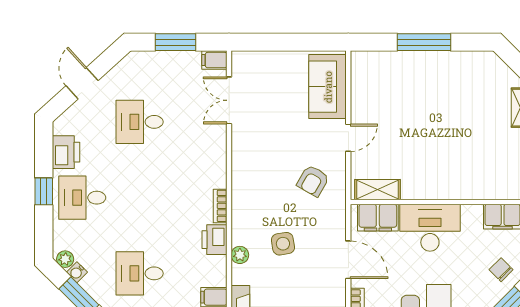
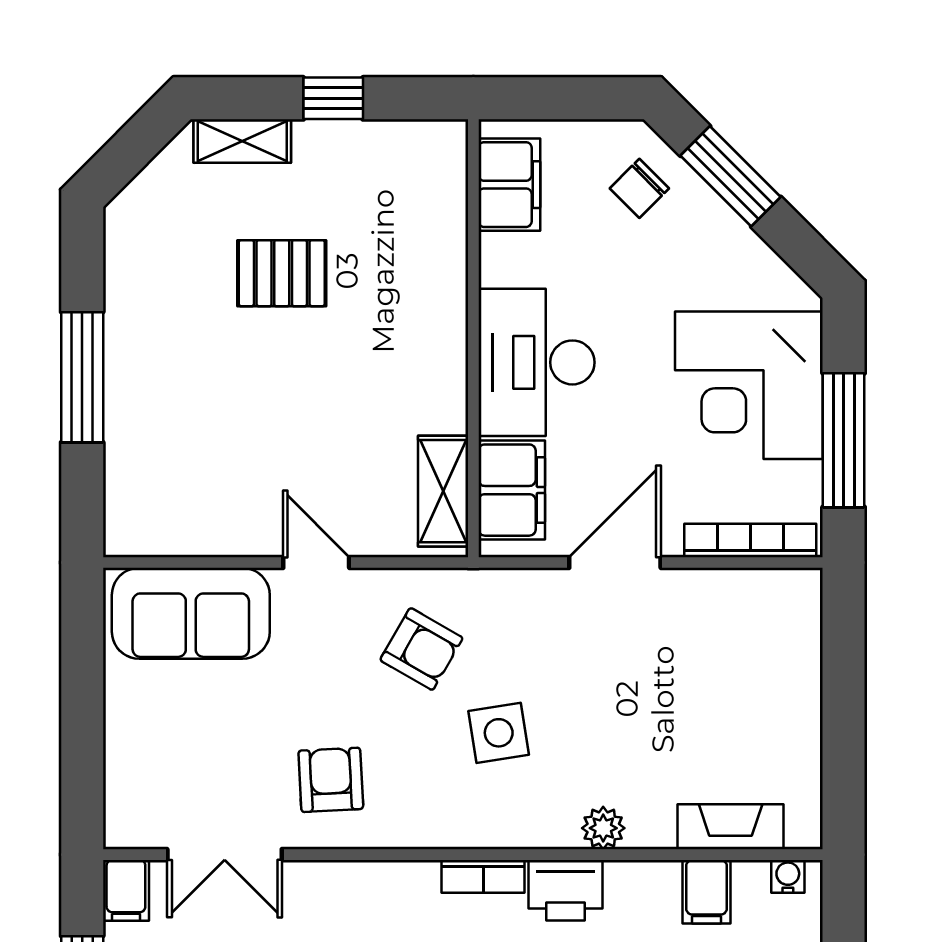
pallet: (466, 124) -> (282, 273), added
armchair: (260, 144) -> (331, 780), added
side table: (283, 244) -> (499, 733), moved

